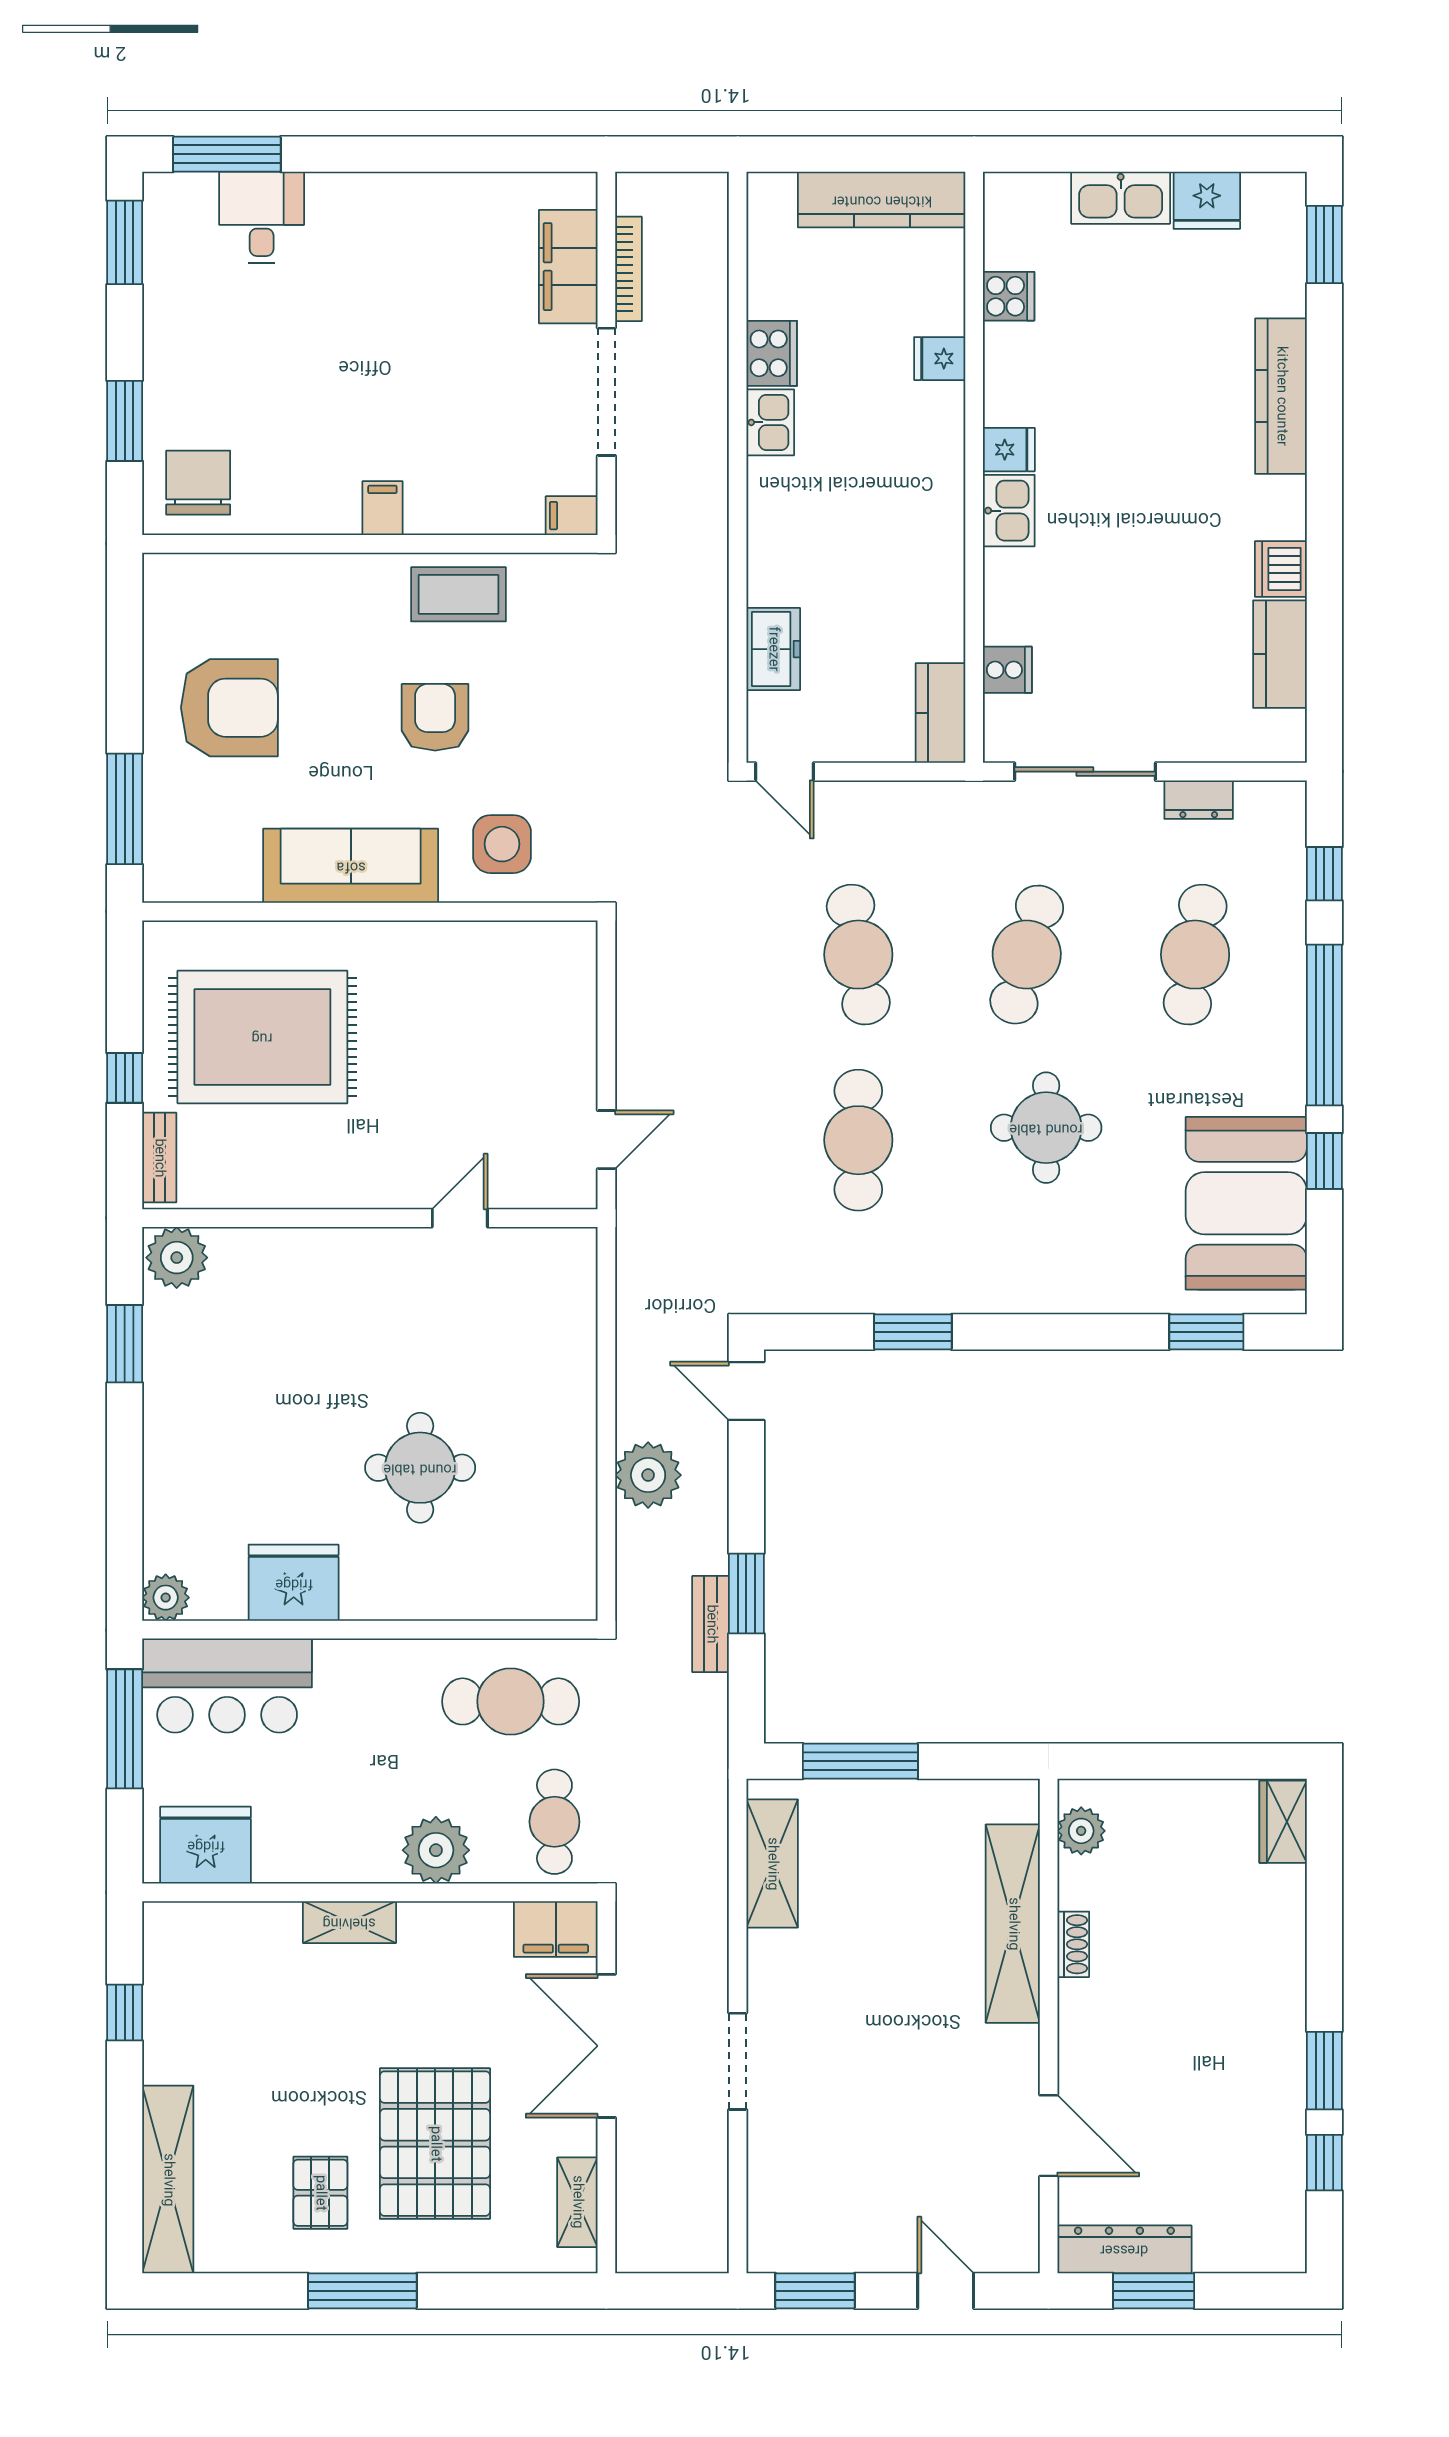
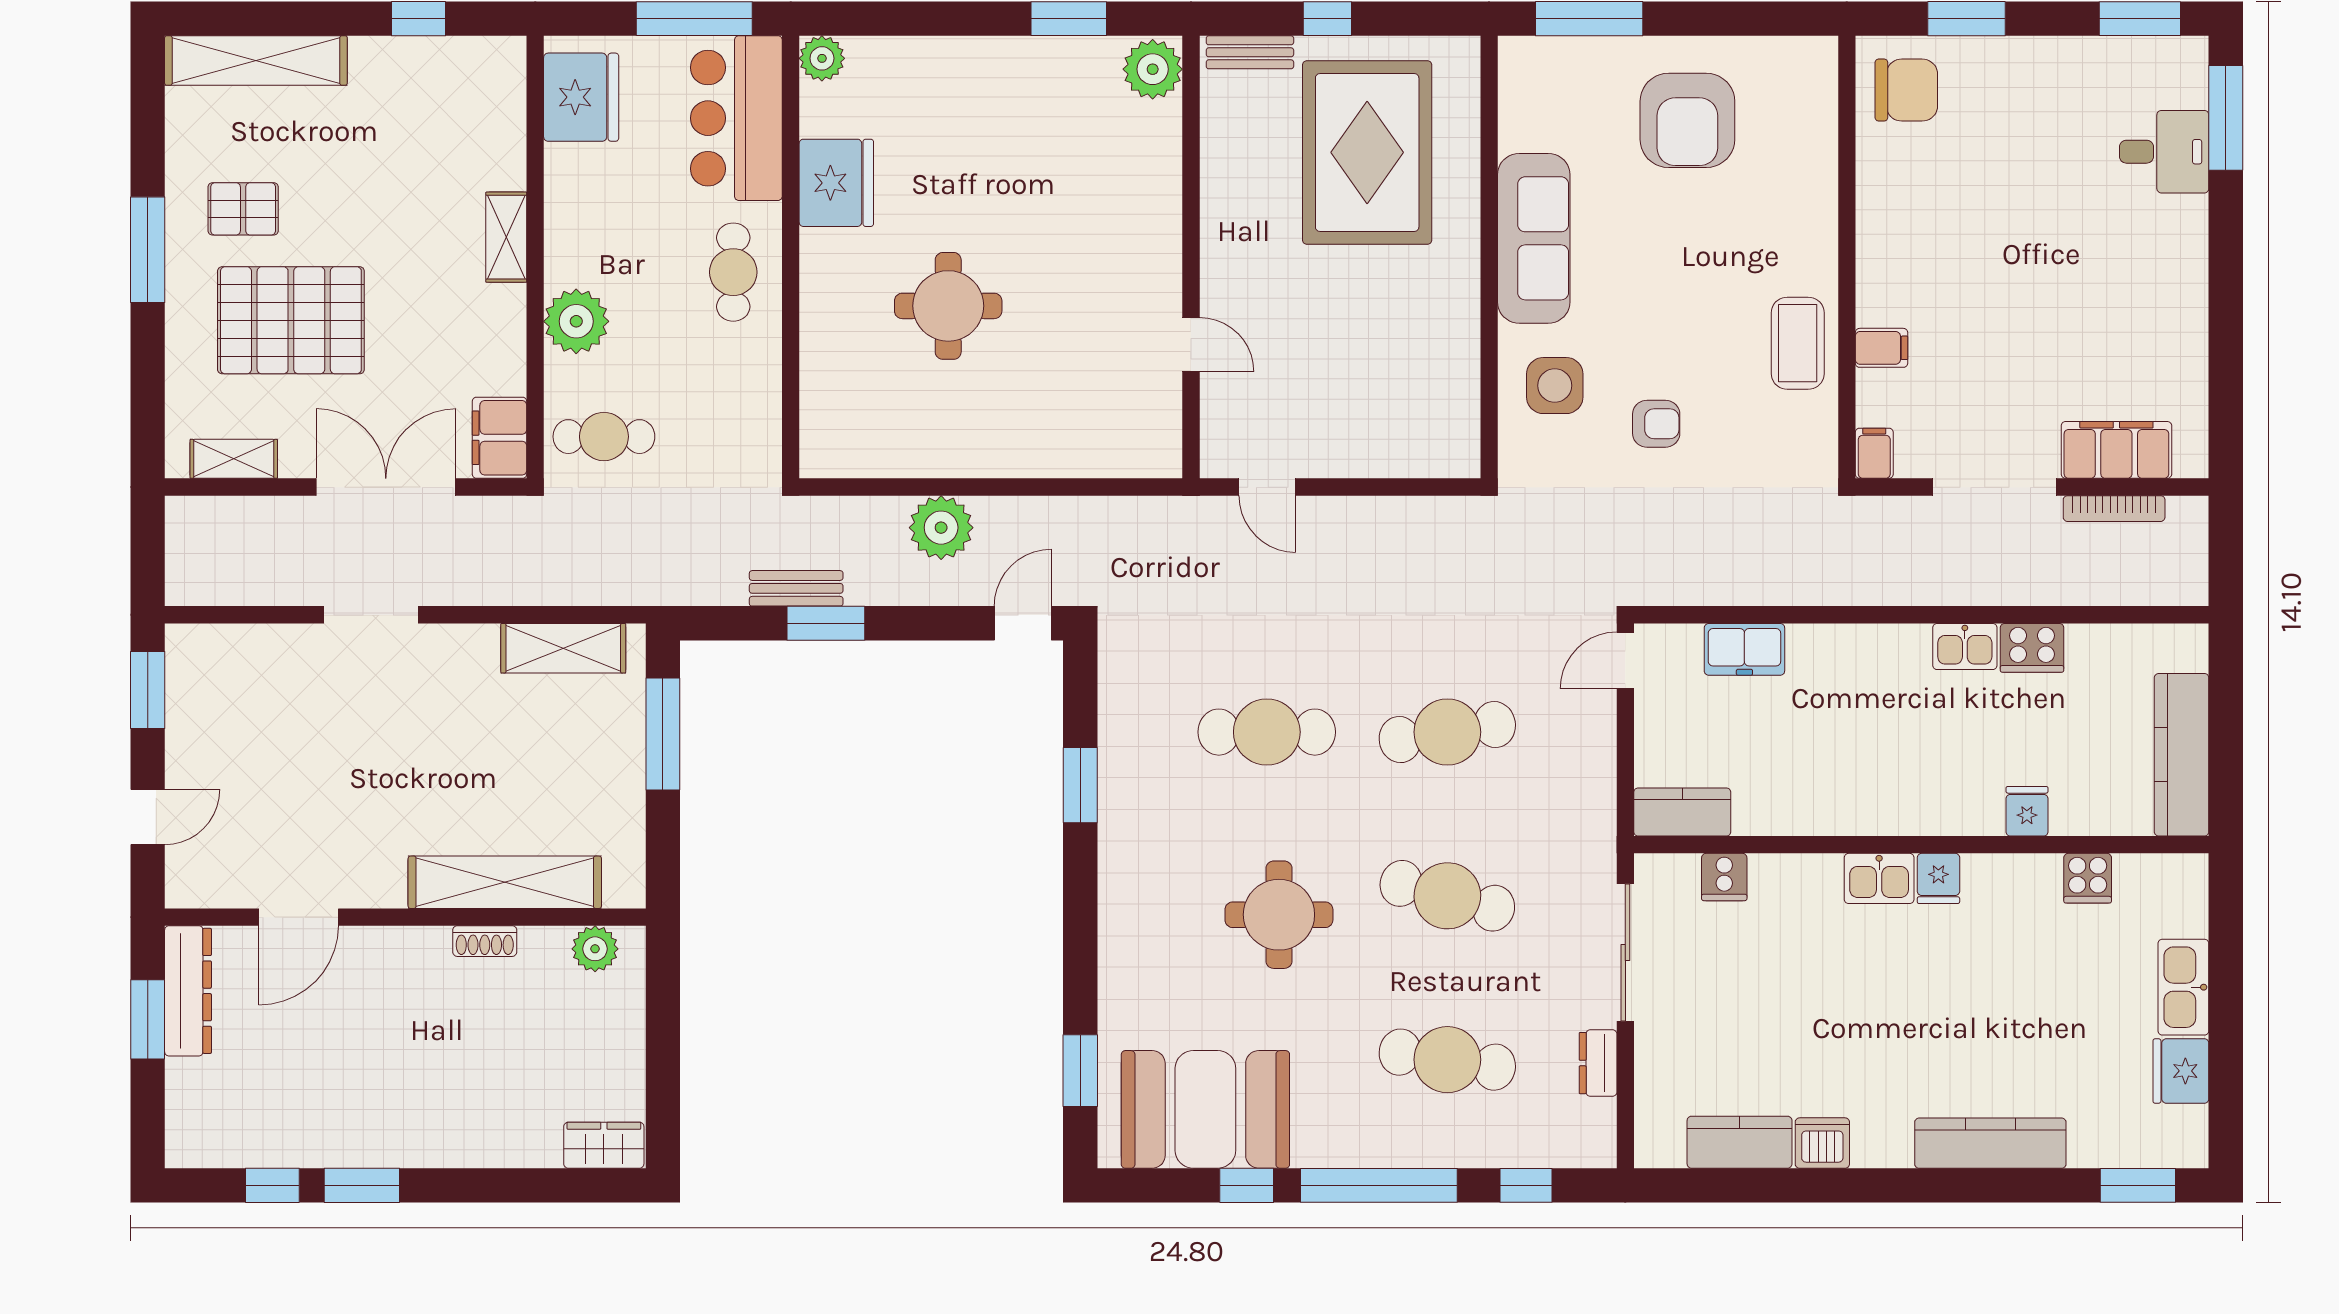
filing cabinet: (382, 508) -> (1881, 348), moved
armchair: (435, 717) -> (1656, 424), moved, width x0.72, depth x0.72
cafe table: (511, 1701) -> (733, 272), moved, width x0.73, depth x0.74

